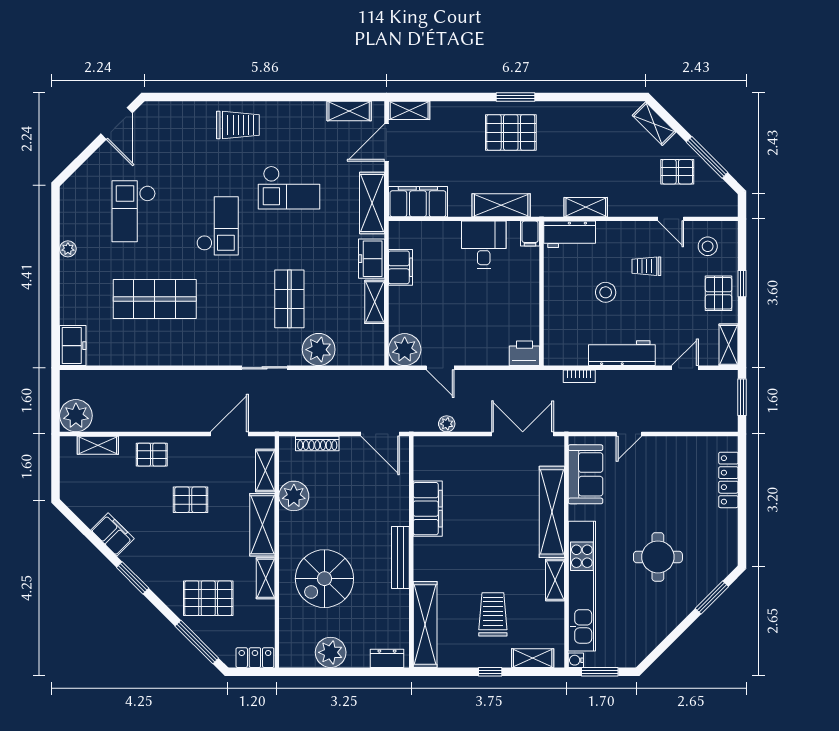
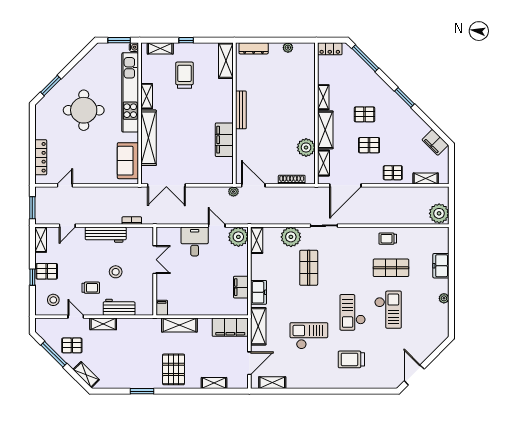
window: (516, 97) -> (142, 391), moved
shelving: (409, 110) -> (214, 383), moved
trolley: (238, 125) -> (351, 359), moved
pallet: (511, 132) -> (174, 369), turned 90
shelving: (586, 207) -> (103, 324), moved
checkout: (134, 211) -> (388, 310), moved
workbench: (570, 234) -> (119, 307), moved
desk: (484, 245) -> (195, 242), moved, turned 180
pallet: (719, 293) -> (47, 271), turned 90
shop shelf: (155, 299) -> (391, 268), width x0.70, depth x0.74
shelving: (375, 302) -> (257, 240), moved
double door: (542, 312) -> (155, 260), added
freezer: (73, 346) -> (441, 266), moved
trolley: (160, 347) -> (388, 239), added
printer: (524, 353) -> (165, 235), removed
plant: (76, 416) -> (439, 213), moved
plant: (447, 424) -> (233, 192), moved
door: (229, 434) -> (345, 185), width x1.36
door: (629, 434) -> (65, 185), moved
filing cabinet: (112, 534) -> (435, 142), moved
round table: (658, 557) -> (84, 110), width x1.36, depth x1.36
spiral stairs: (324, 579) -> (287, 97), removed
pallet: (208, 598) -> (365, 114), moved, width x0.67, depth x0.71
trolley: (493, 614) -> (184, 75), turned 180
shelving: (425, 625) -> (226, 61), width x0.68
plant: (331, 652) -> (288, 48), width x0.53, depth x0.53
dresser: (387, 658) -> (254, 48), width x1.44

